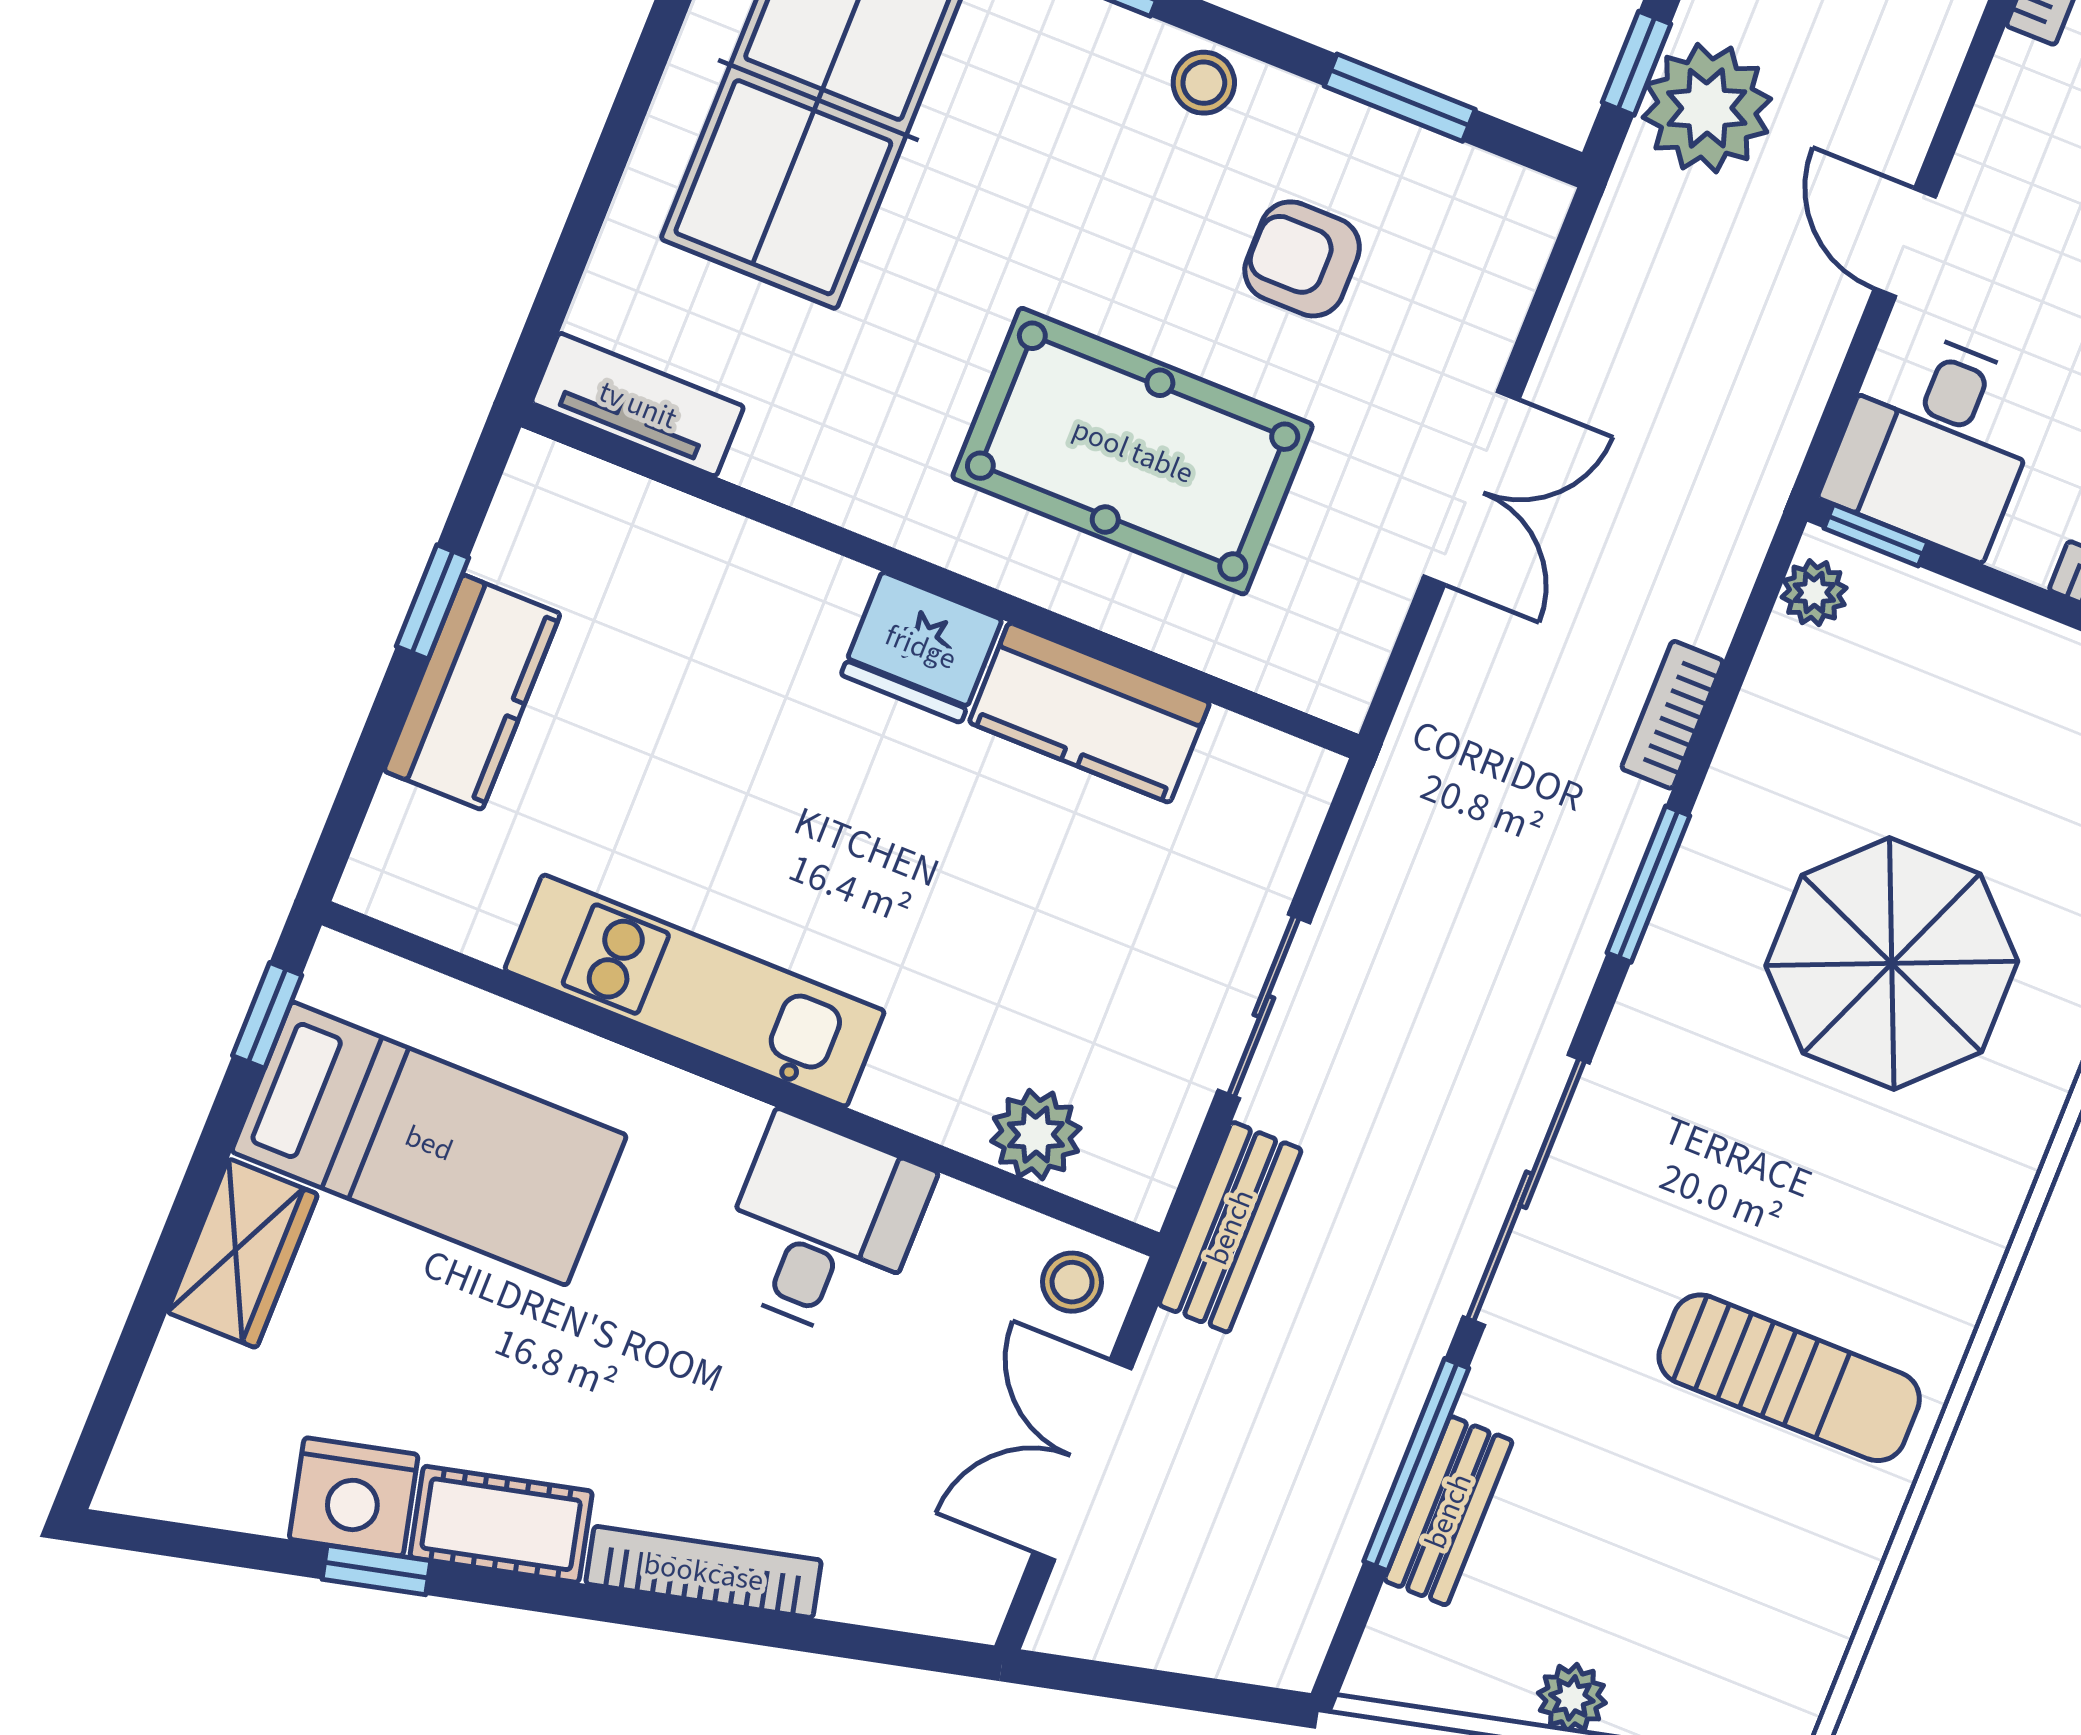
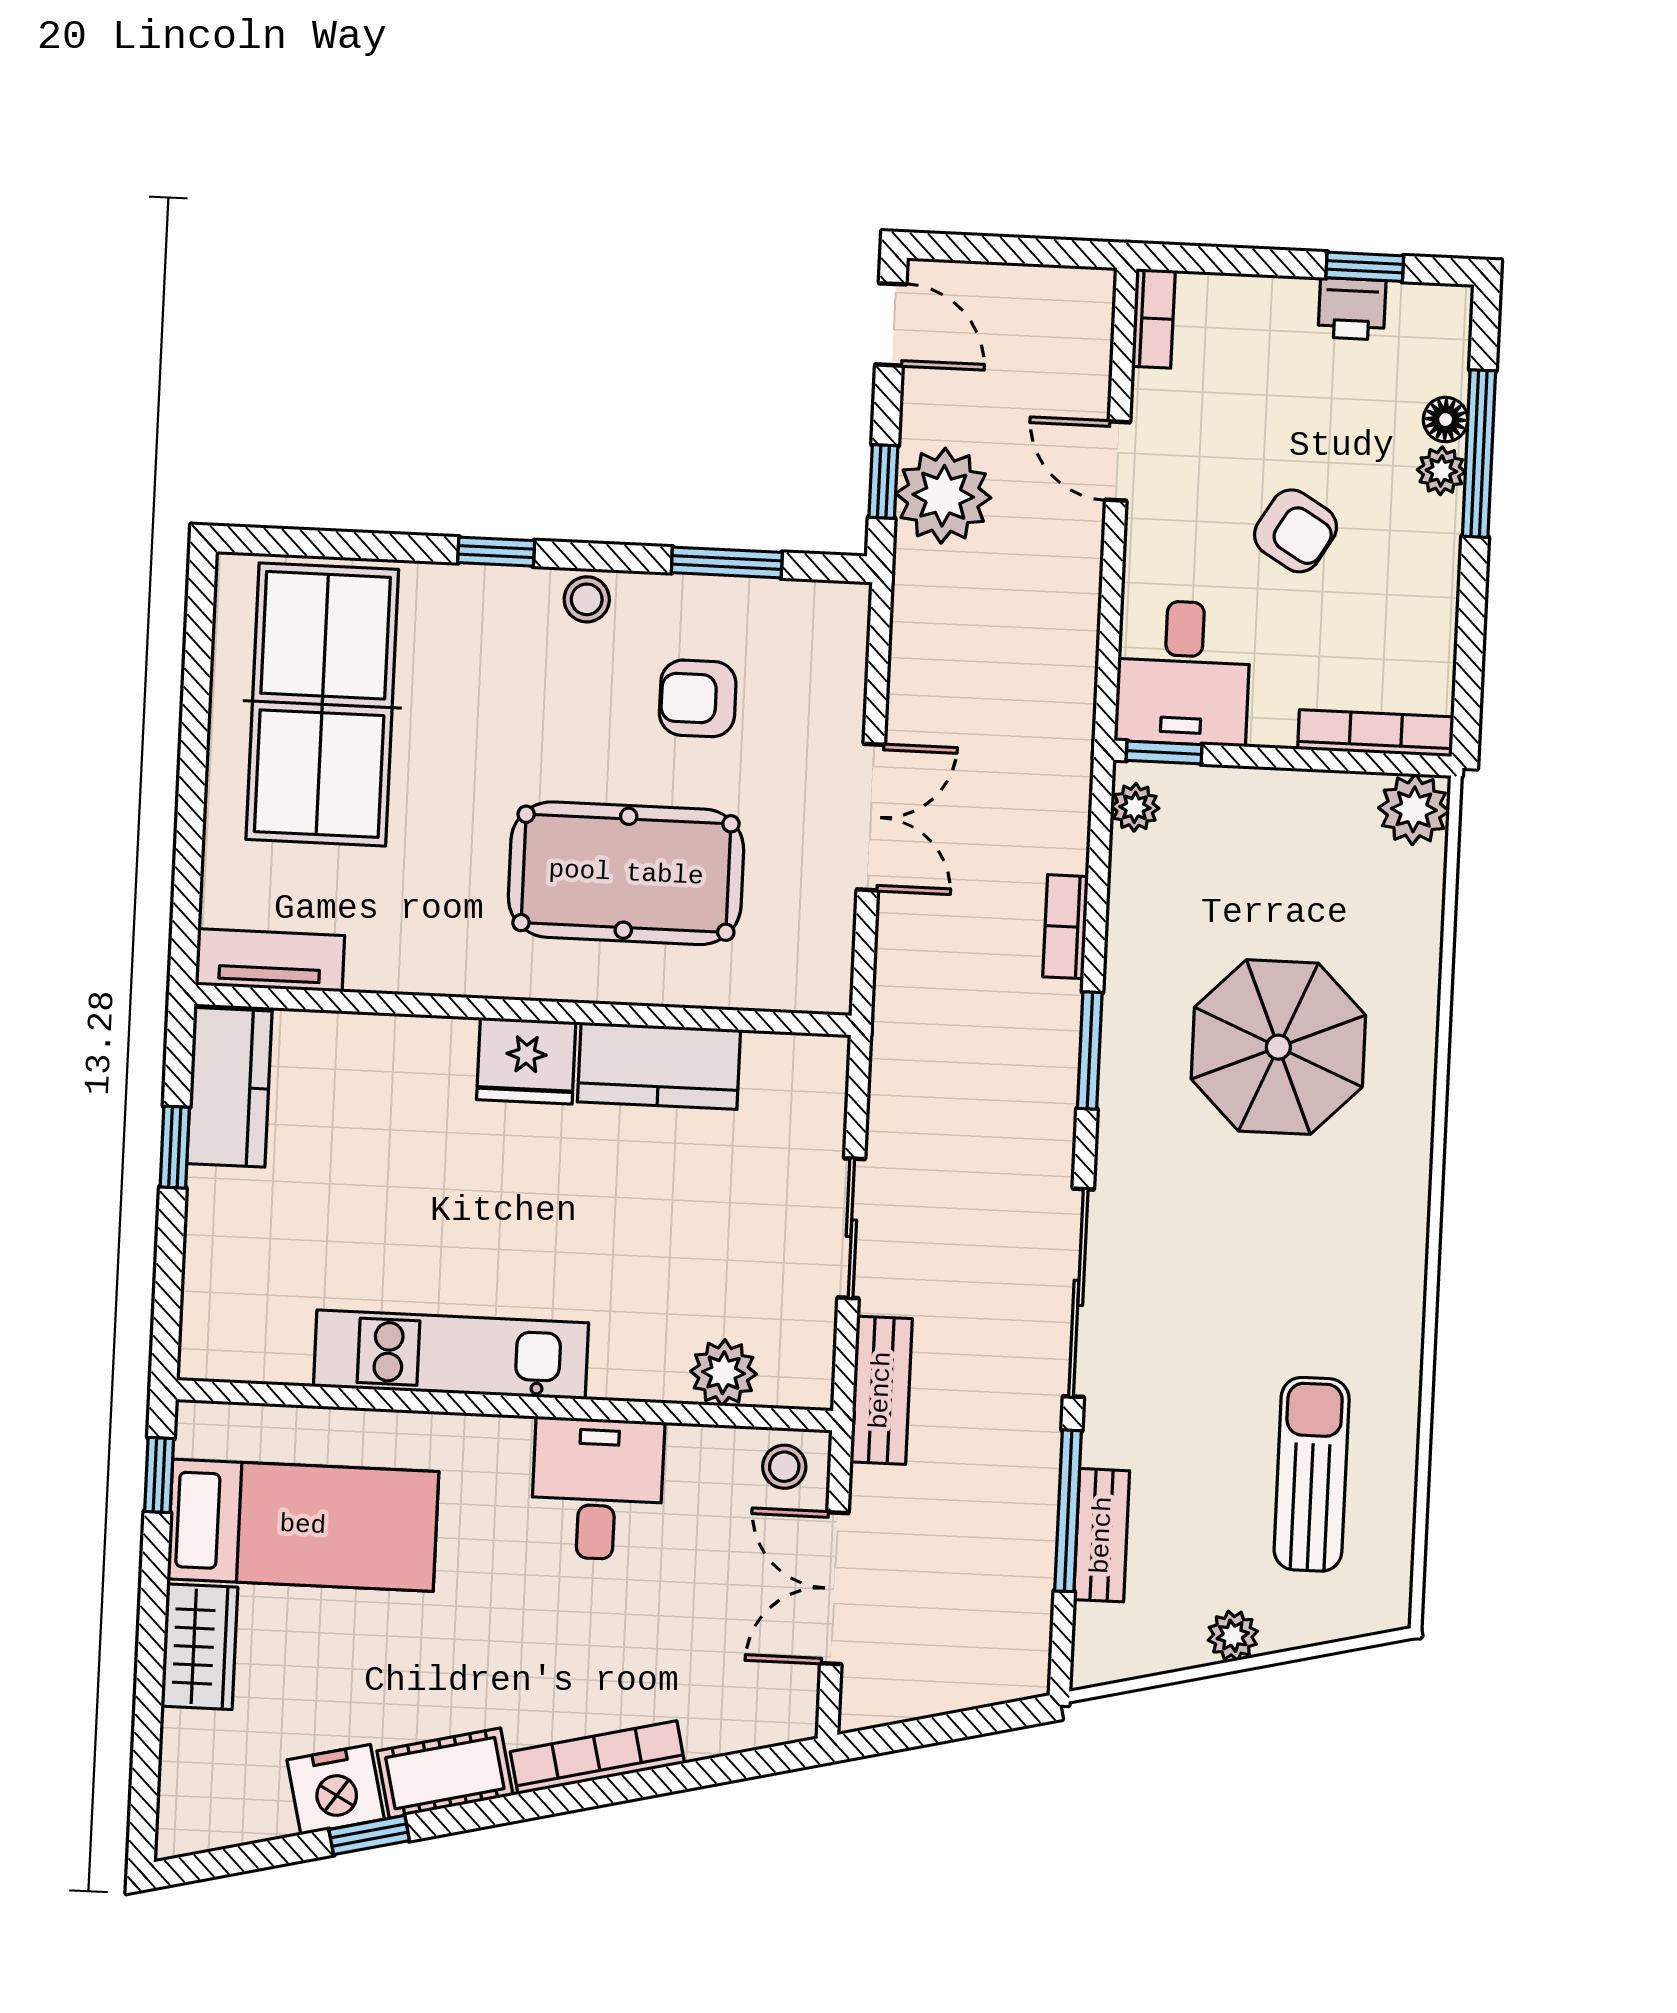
door: (1905, 243) -> (1118, 461), moved
kitchen counter: (472, 692) -> (229, 1087), moved
sun lounger: (1789, 1378) -> (1312, 1474), moved, turned -90

